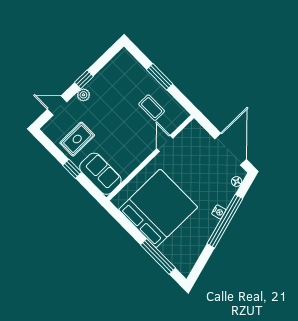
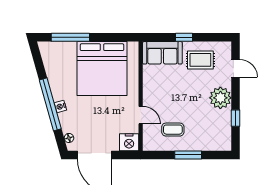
window: (84, 79) -> (235, 118), moved
plant: (83, 95) -> (220, 98), width x1.88, depth x1.88
door: (57, 106) -> (235, 68), hinge flipped
nightstand: (195, 132) -> (129, 142), added
rug: (77, 139) -> (200, 60), turned 90

